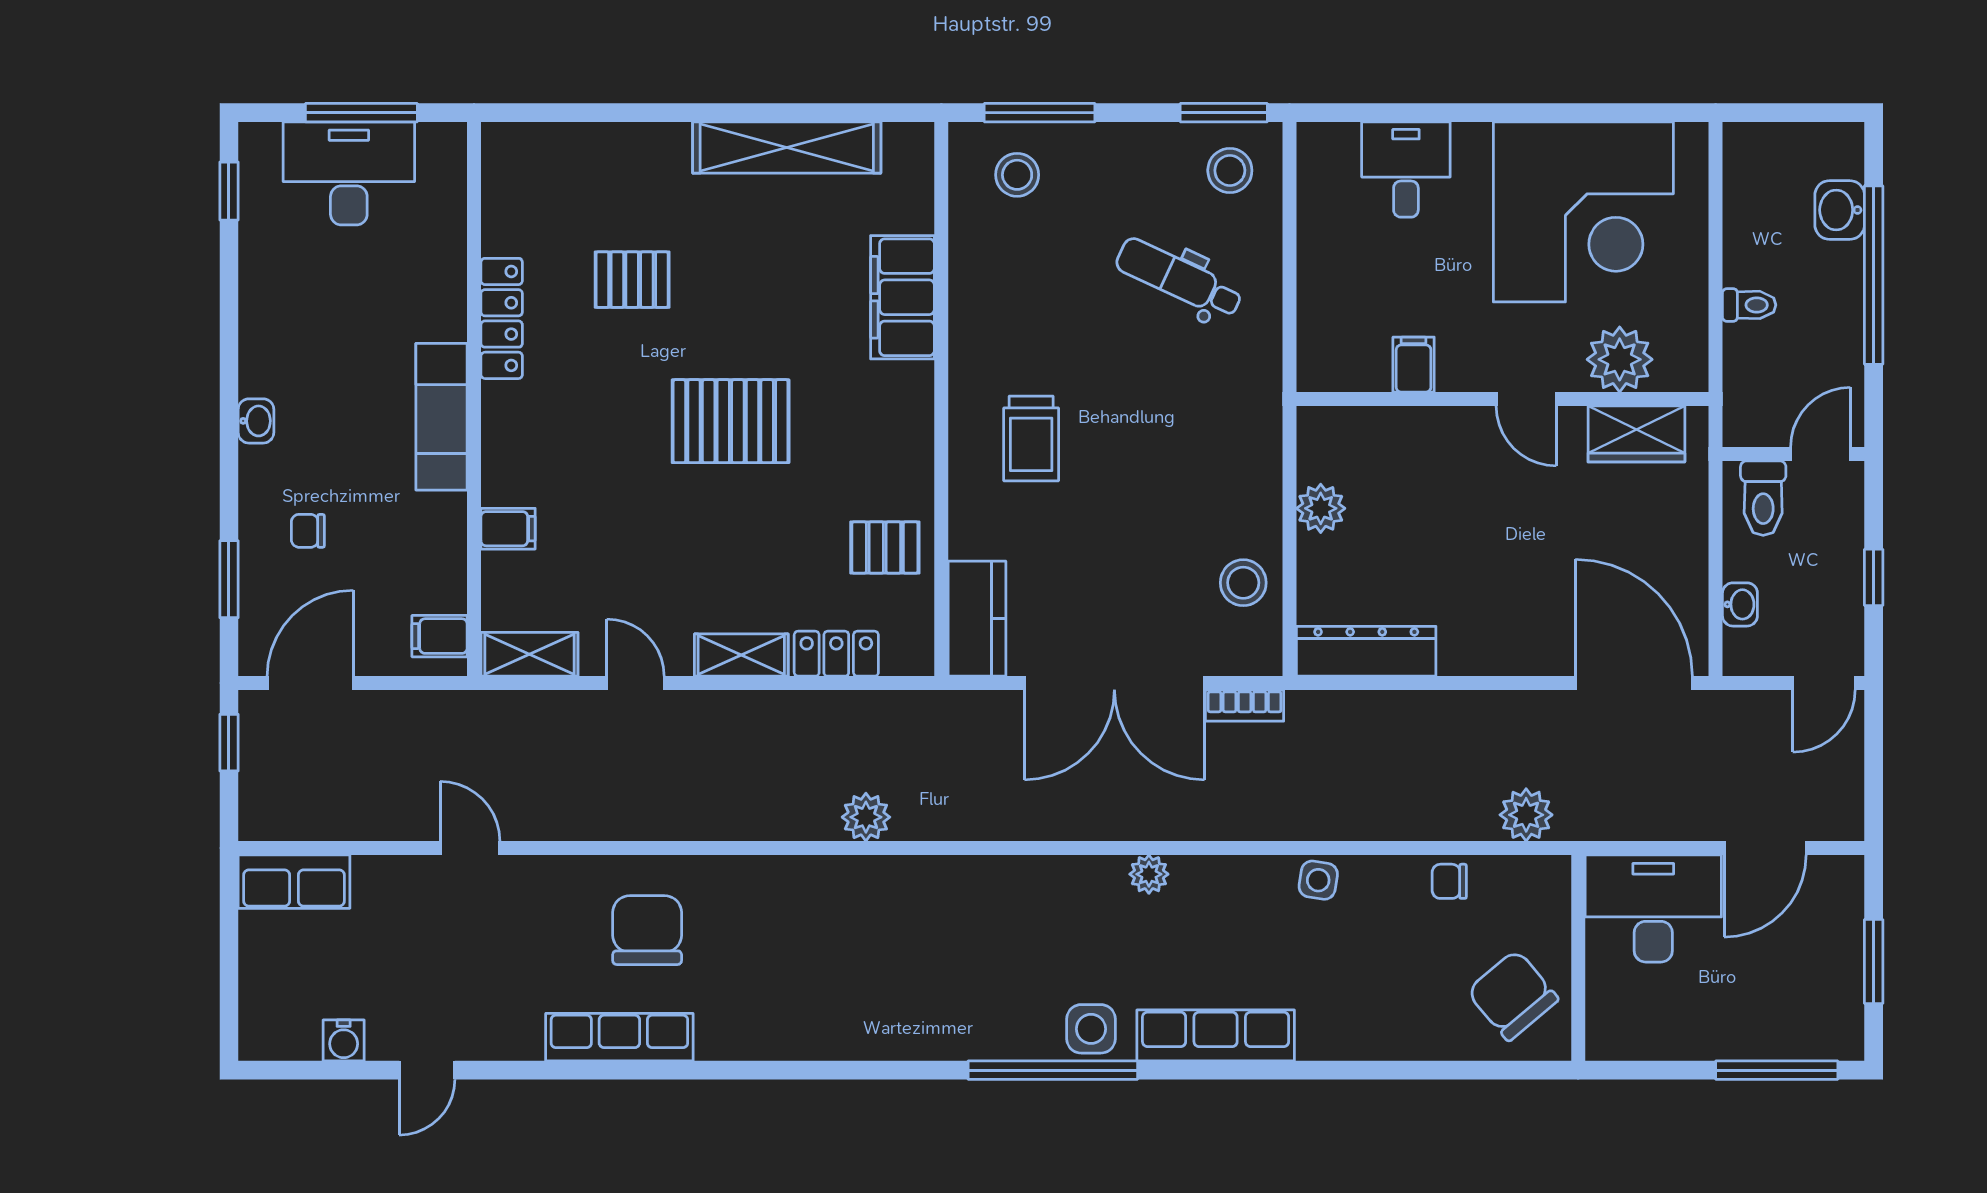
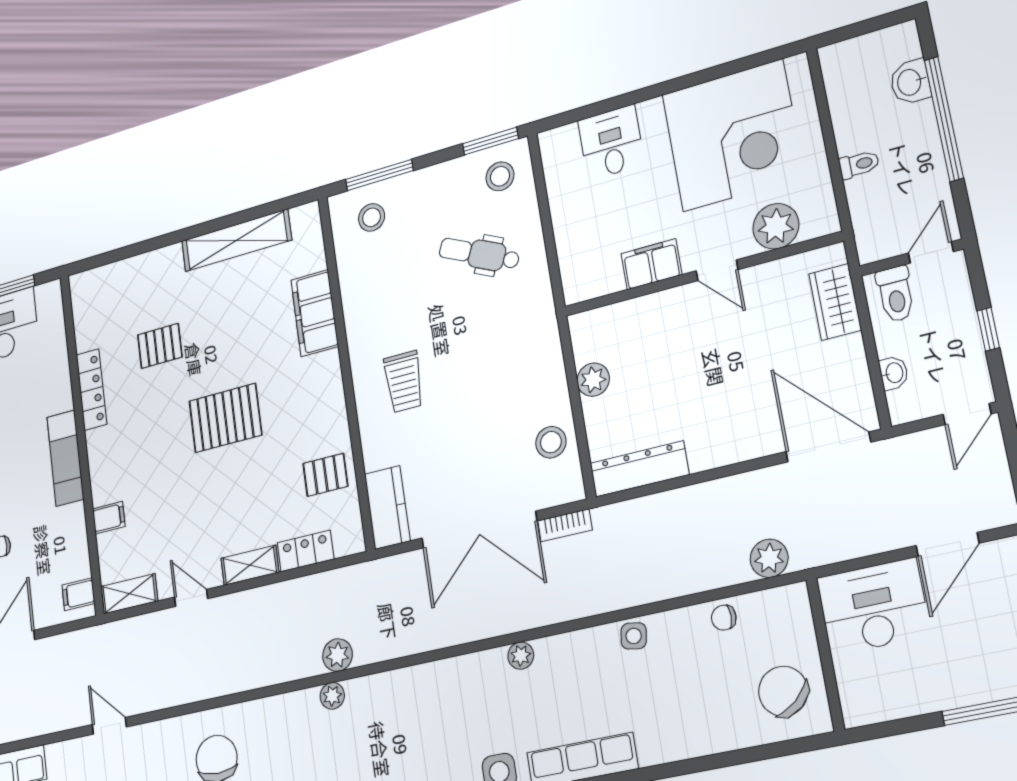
filing cabinet: (1414, 365) -> (651, 264), width x2.00
wardrobe: (1636, 434) -> (835, 302), moved, turned 90
plant: (849, 874) -> (332, 696), added

